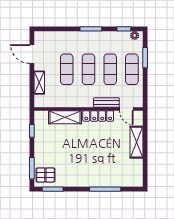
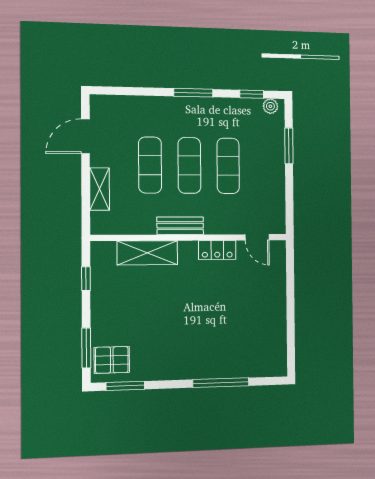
door: (32, 54) -> (85, 136), hinge flipped
exercise mat: (132, 69) -> (266, 166), removed
bench: (106, 102) -> (180, 226), moved
locker: (98, 116) -> (217, 250), width x0.66
shelving: (136, 142) -> (275, 296), removed

